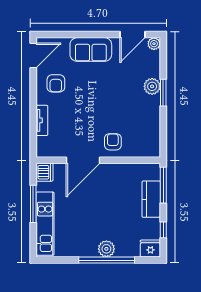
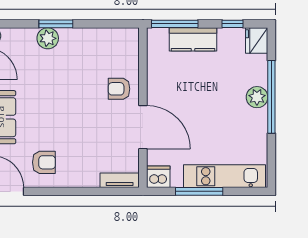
tv unit: (42, 120) -> (120, 180), moved

